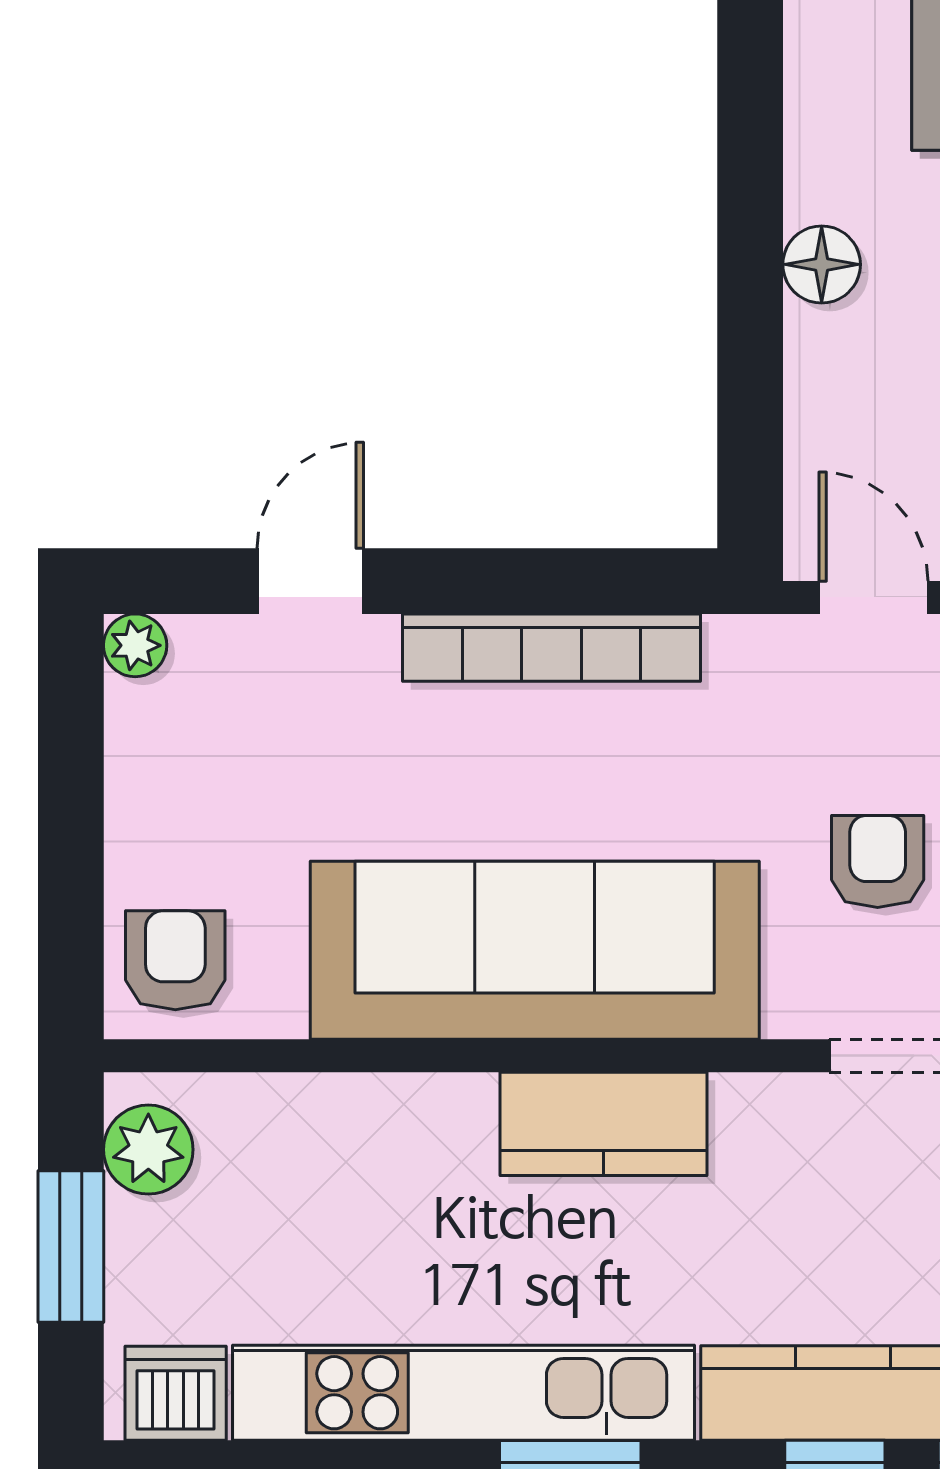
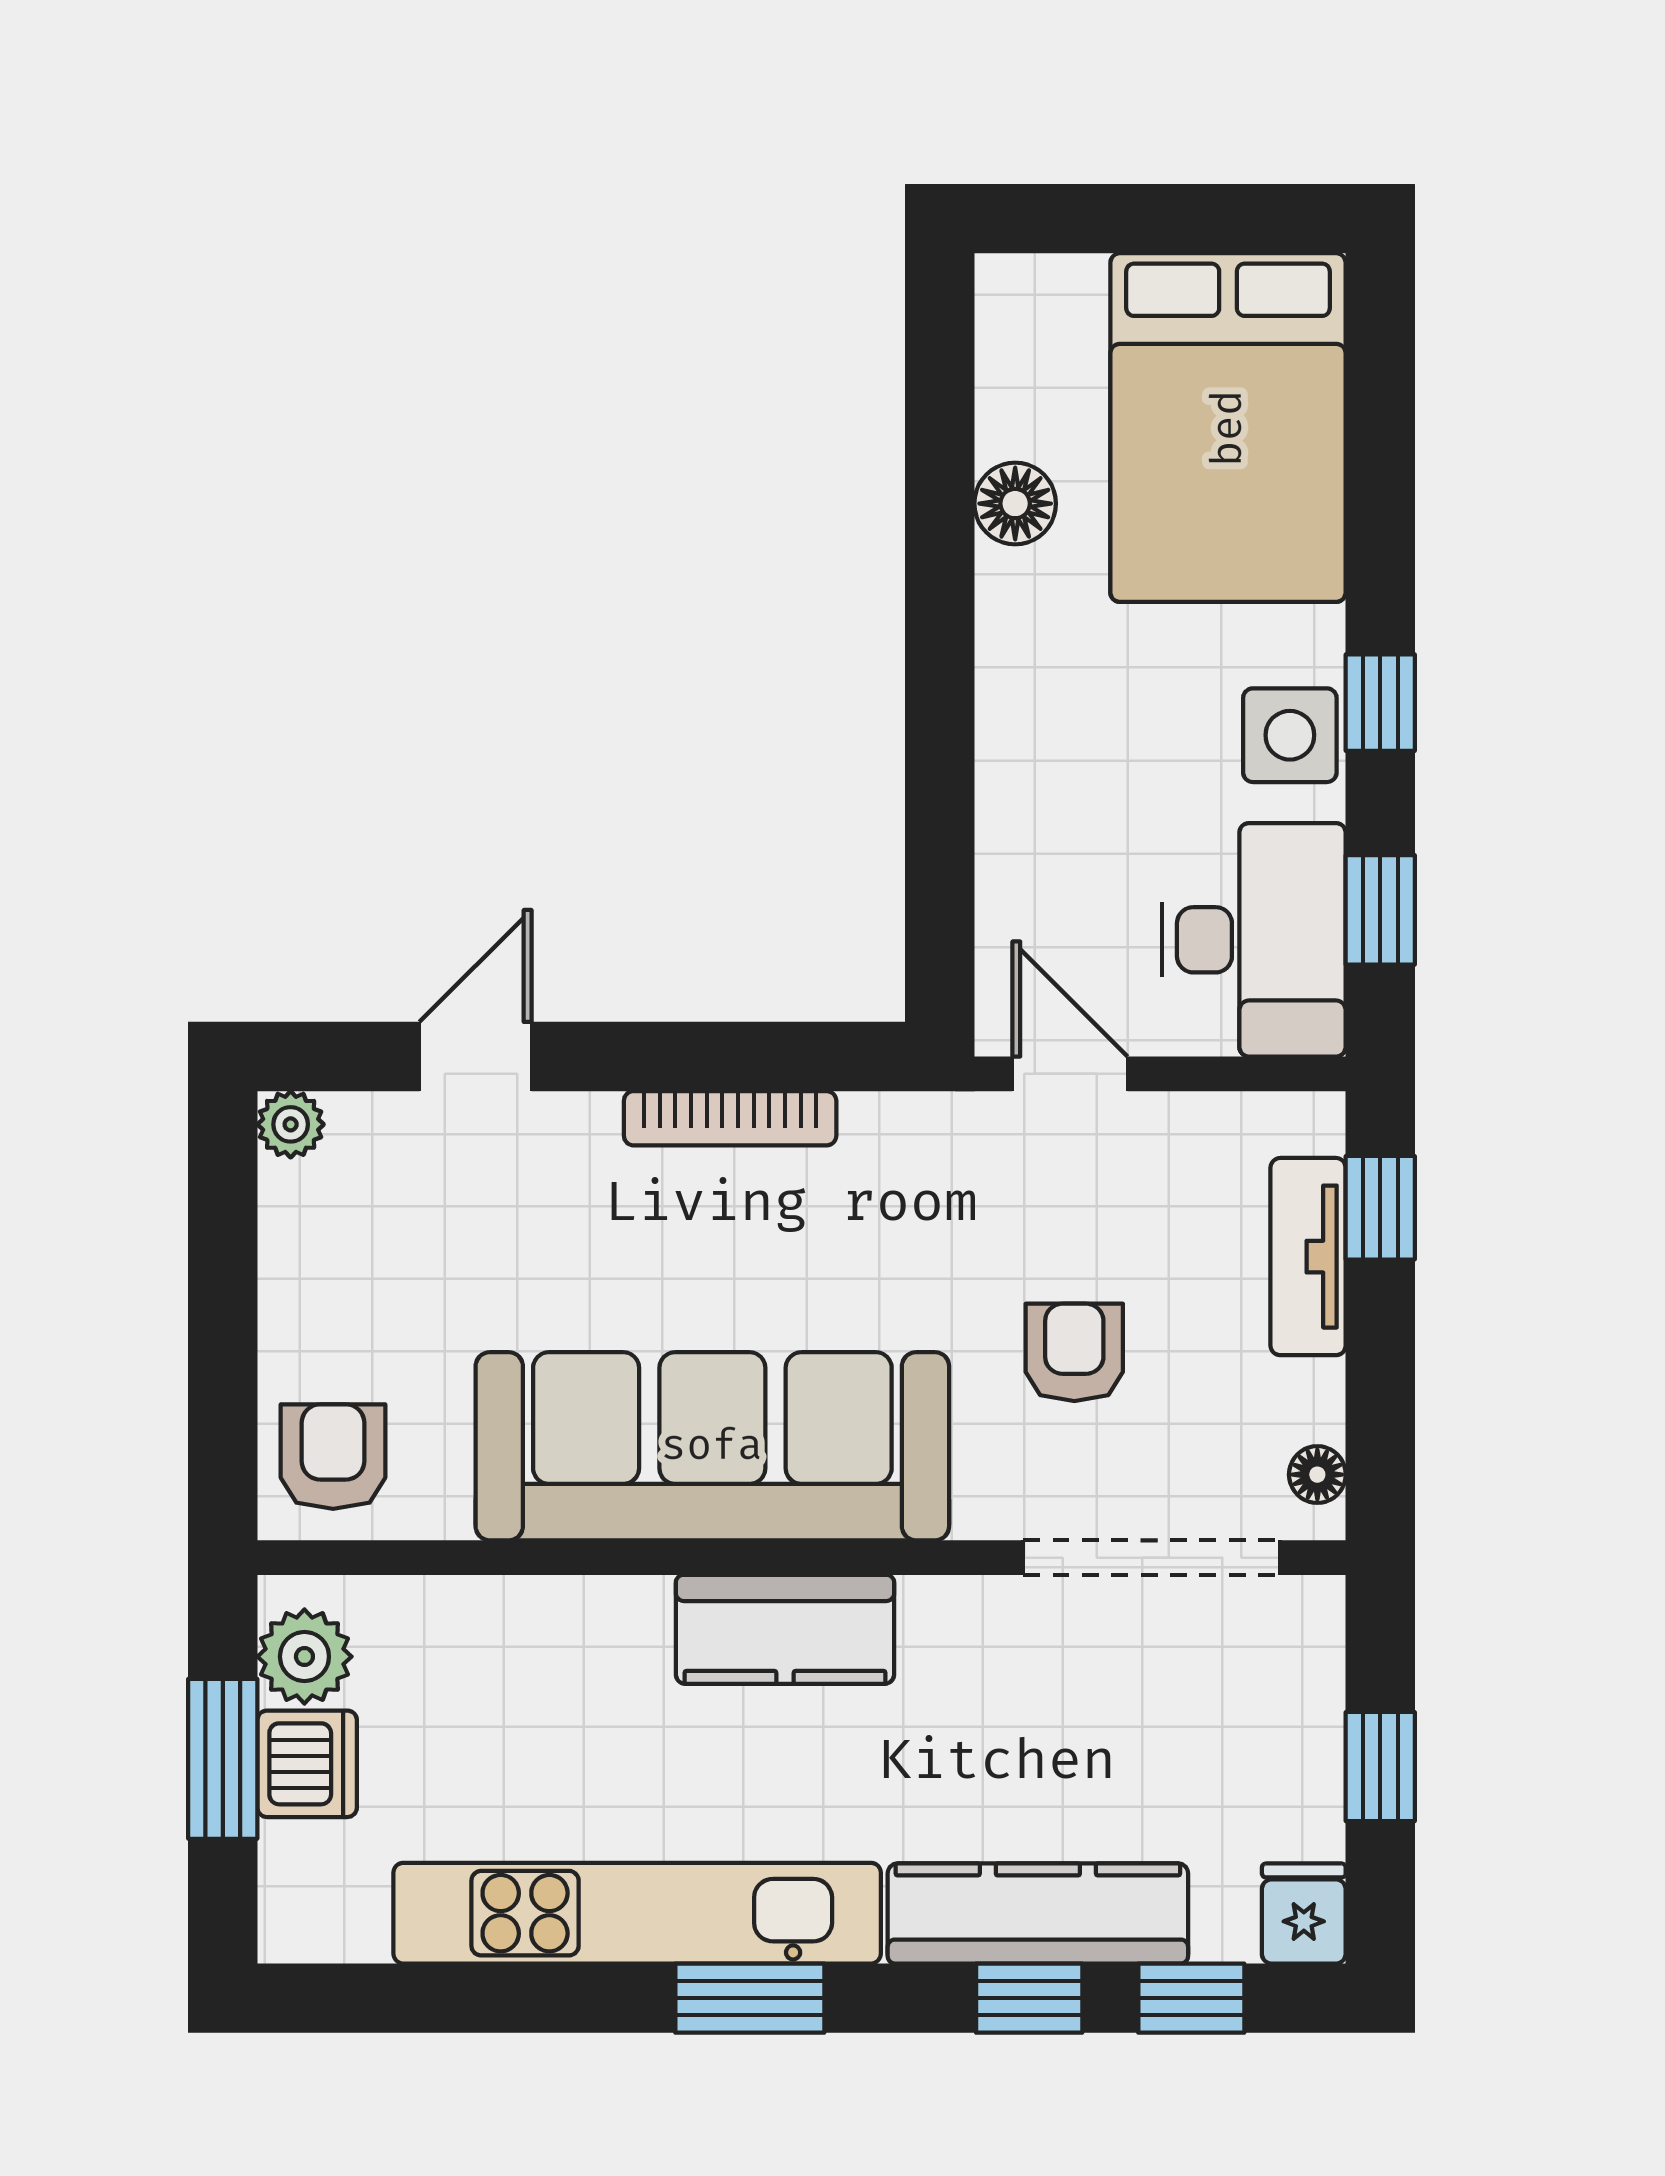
floor lamp: (822, 264) -> (1015, 504), moved
bookcase: (552, 648) -> (730, 1118), width x0.68, depth x0.76
dishwasher: (176, 1393) -> (307, 1764), moved, turned 90

